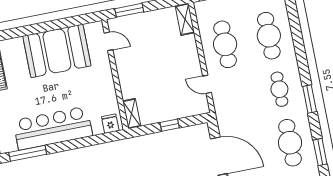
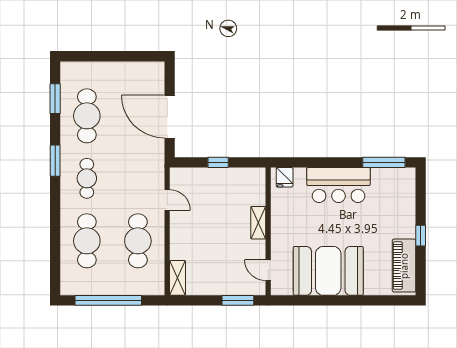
shelving: (132, 114) -> (258, 223), moved
bar counter: (53, 128) -> (338, 185), width x0.73

